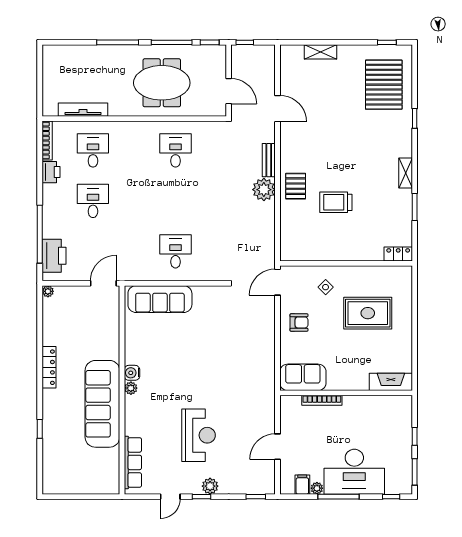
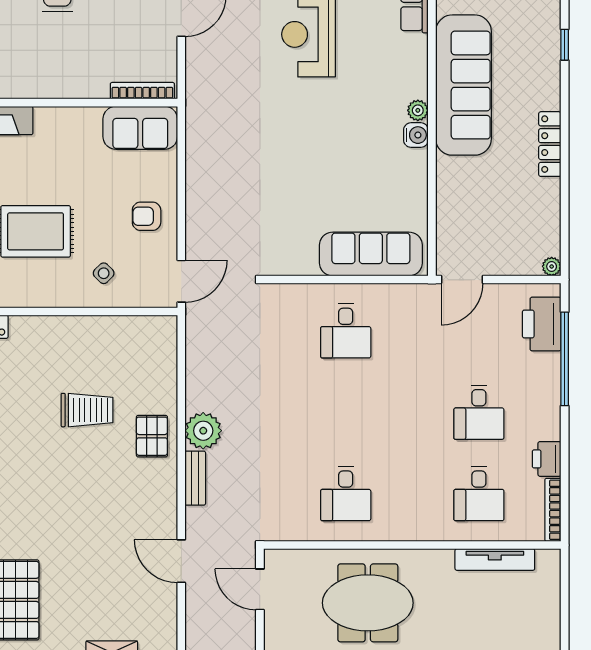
bookcase: (322, 400) -> (142, 91), moved

